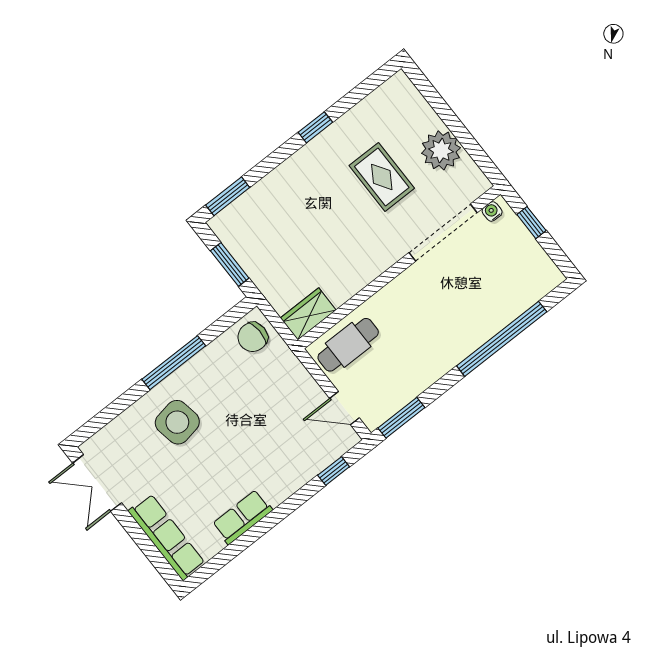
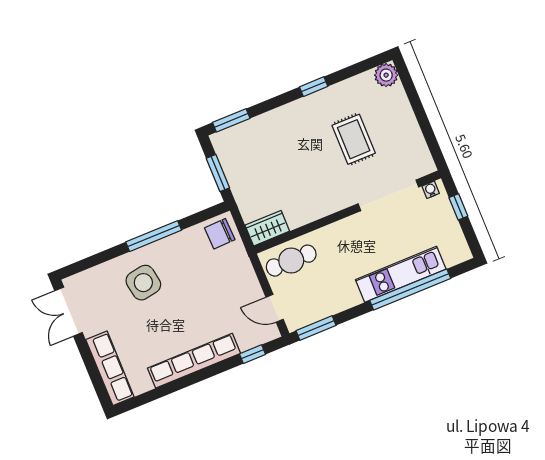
plant: (441, 150) -> (386, 75), moved, width x0.73, depth x0.73
kitchen unit: (485, 324) -> (401, 274), added
row of seats: (242, 517) -> (194, 361), width x2.02

